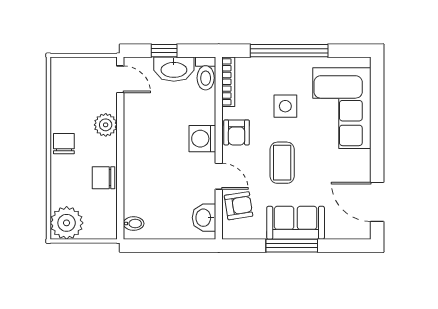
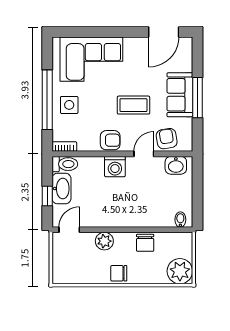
bookcase: (228, 82) -> (64, 147), width x0.64
side table: (285, 106) -> (69, 105), moved

